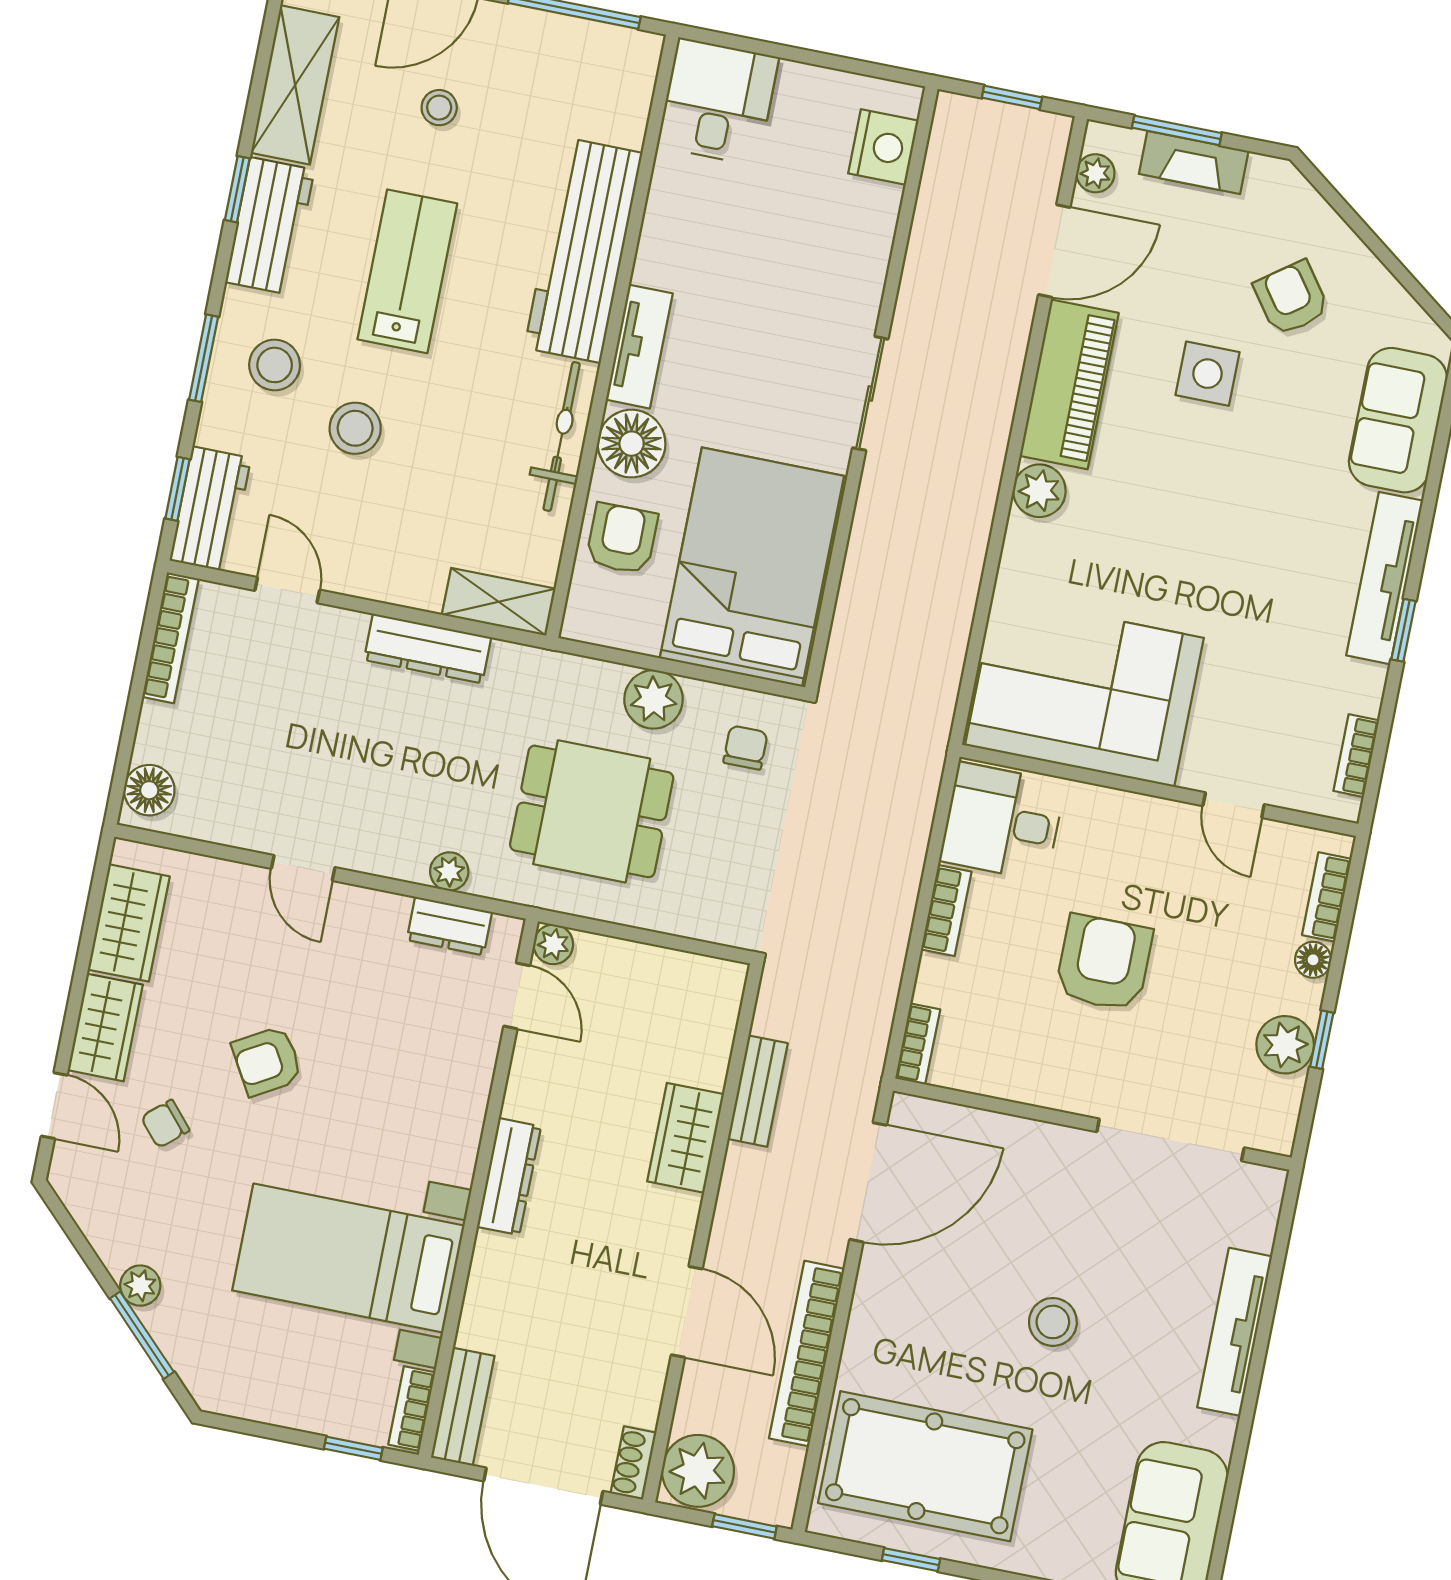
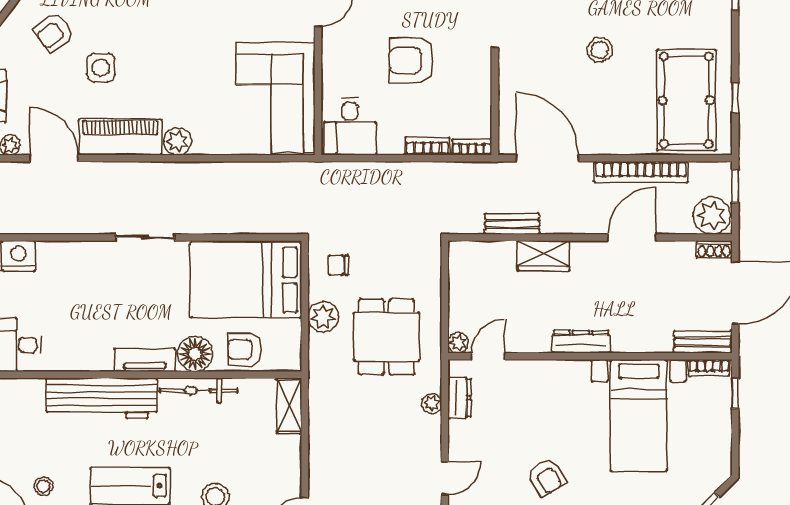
dresser: (428, 649) -> (320, 437), removed
bookcase: (946, 911) -> (427, 146), moved

